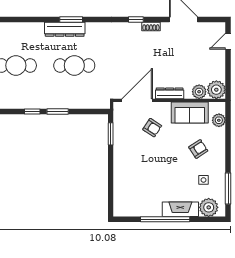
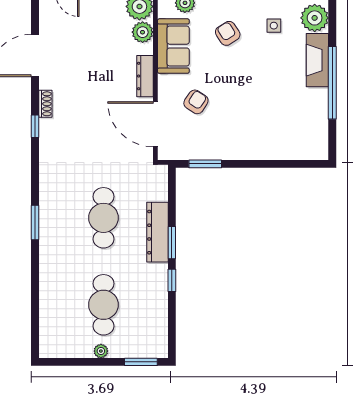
dresser: (65, 29) -> (158, 232), moved, turned 180

